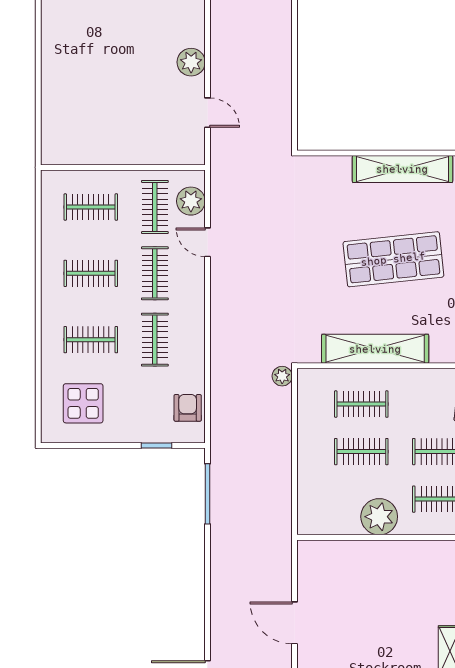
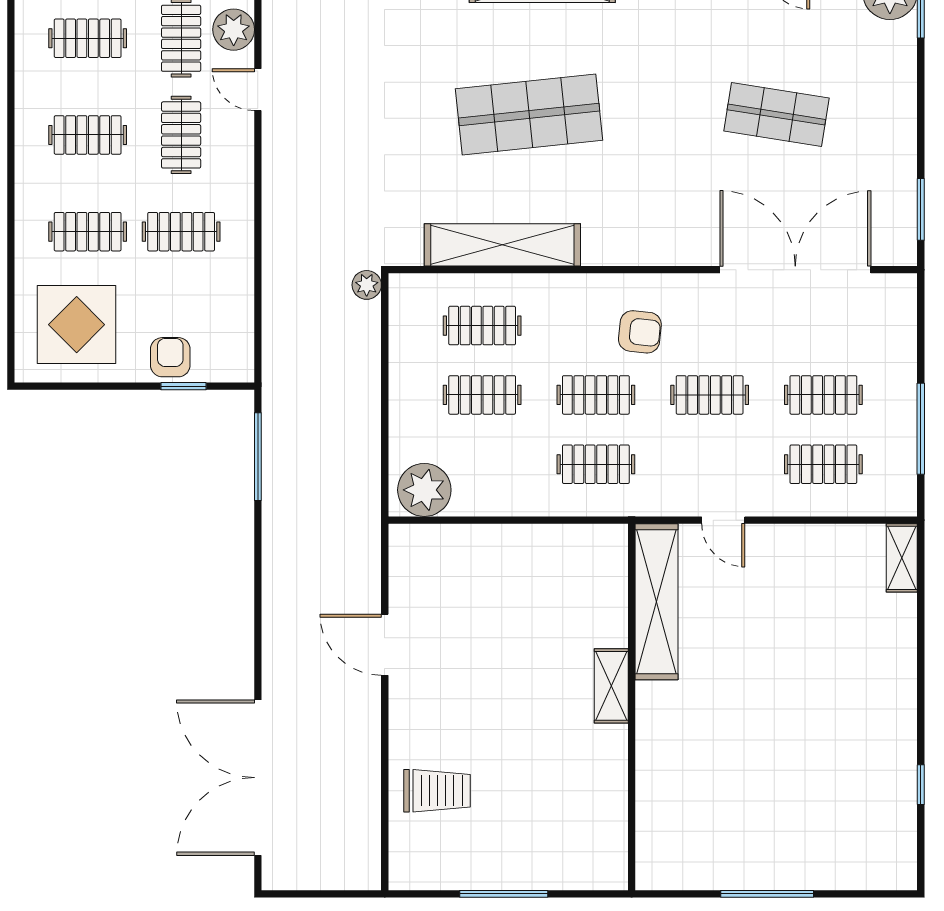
clothes rail: (155, 340) -> (181, 232), turned 90
display table: (83, 403) -> (77, 325), width x1.36, depth x1.36
armchair: (188, 408) -> (170, 357), moved
plant: (379, 517) -> (424, 490), moved

